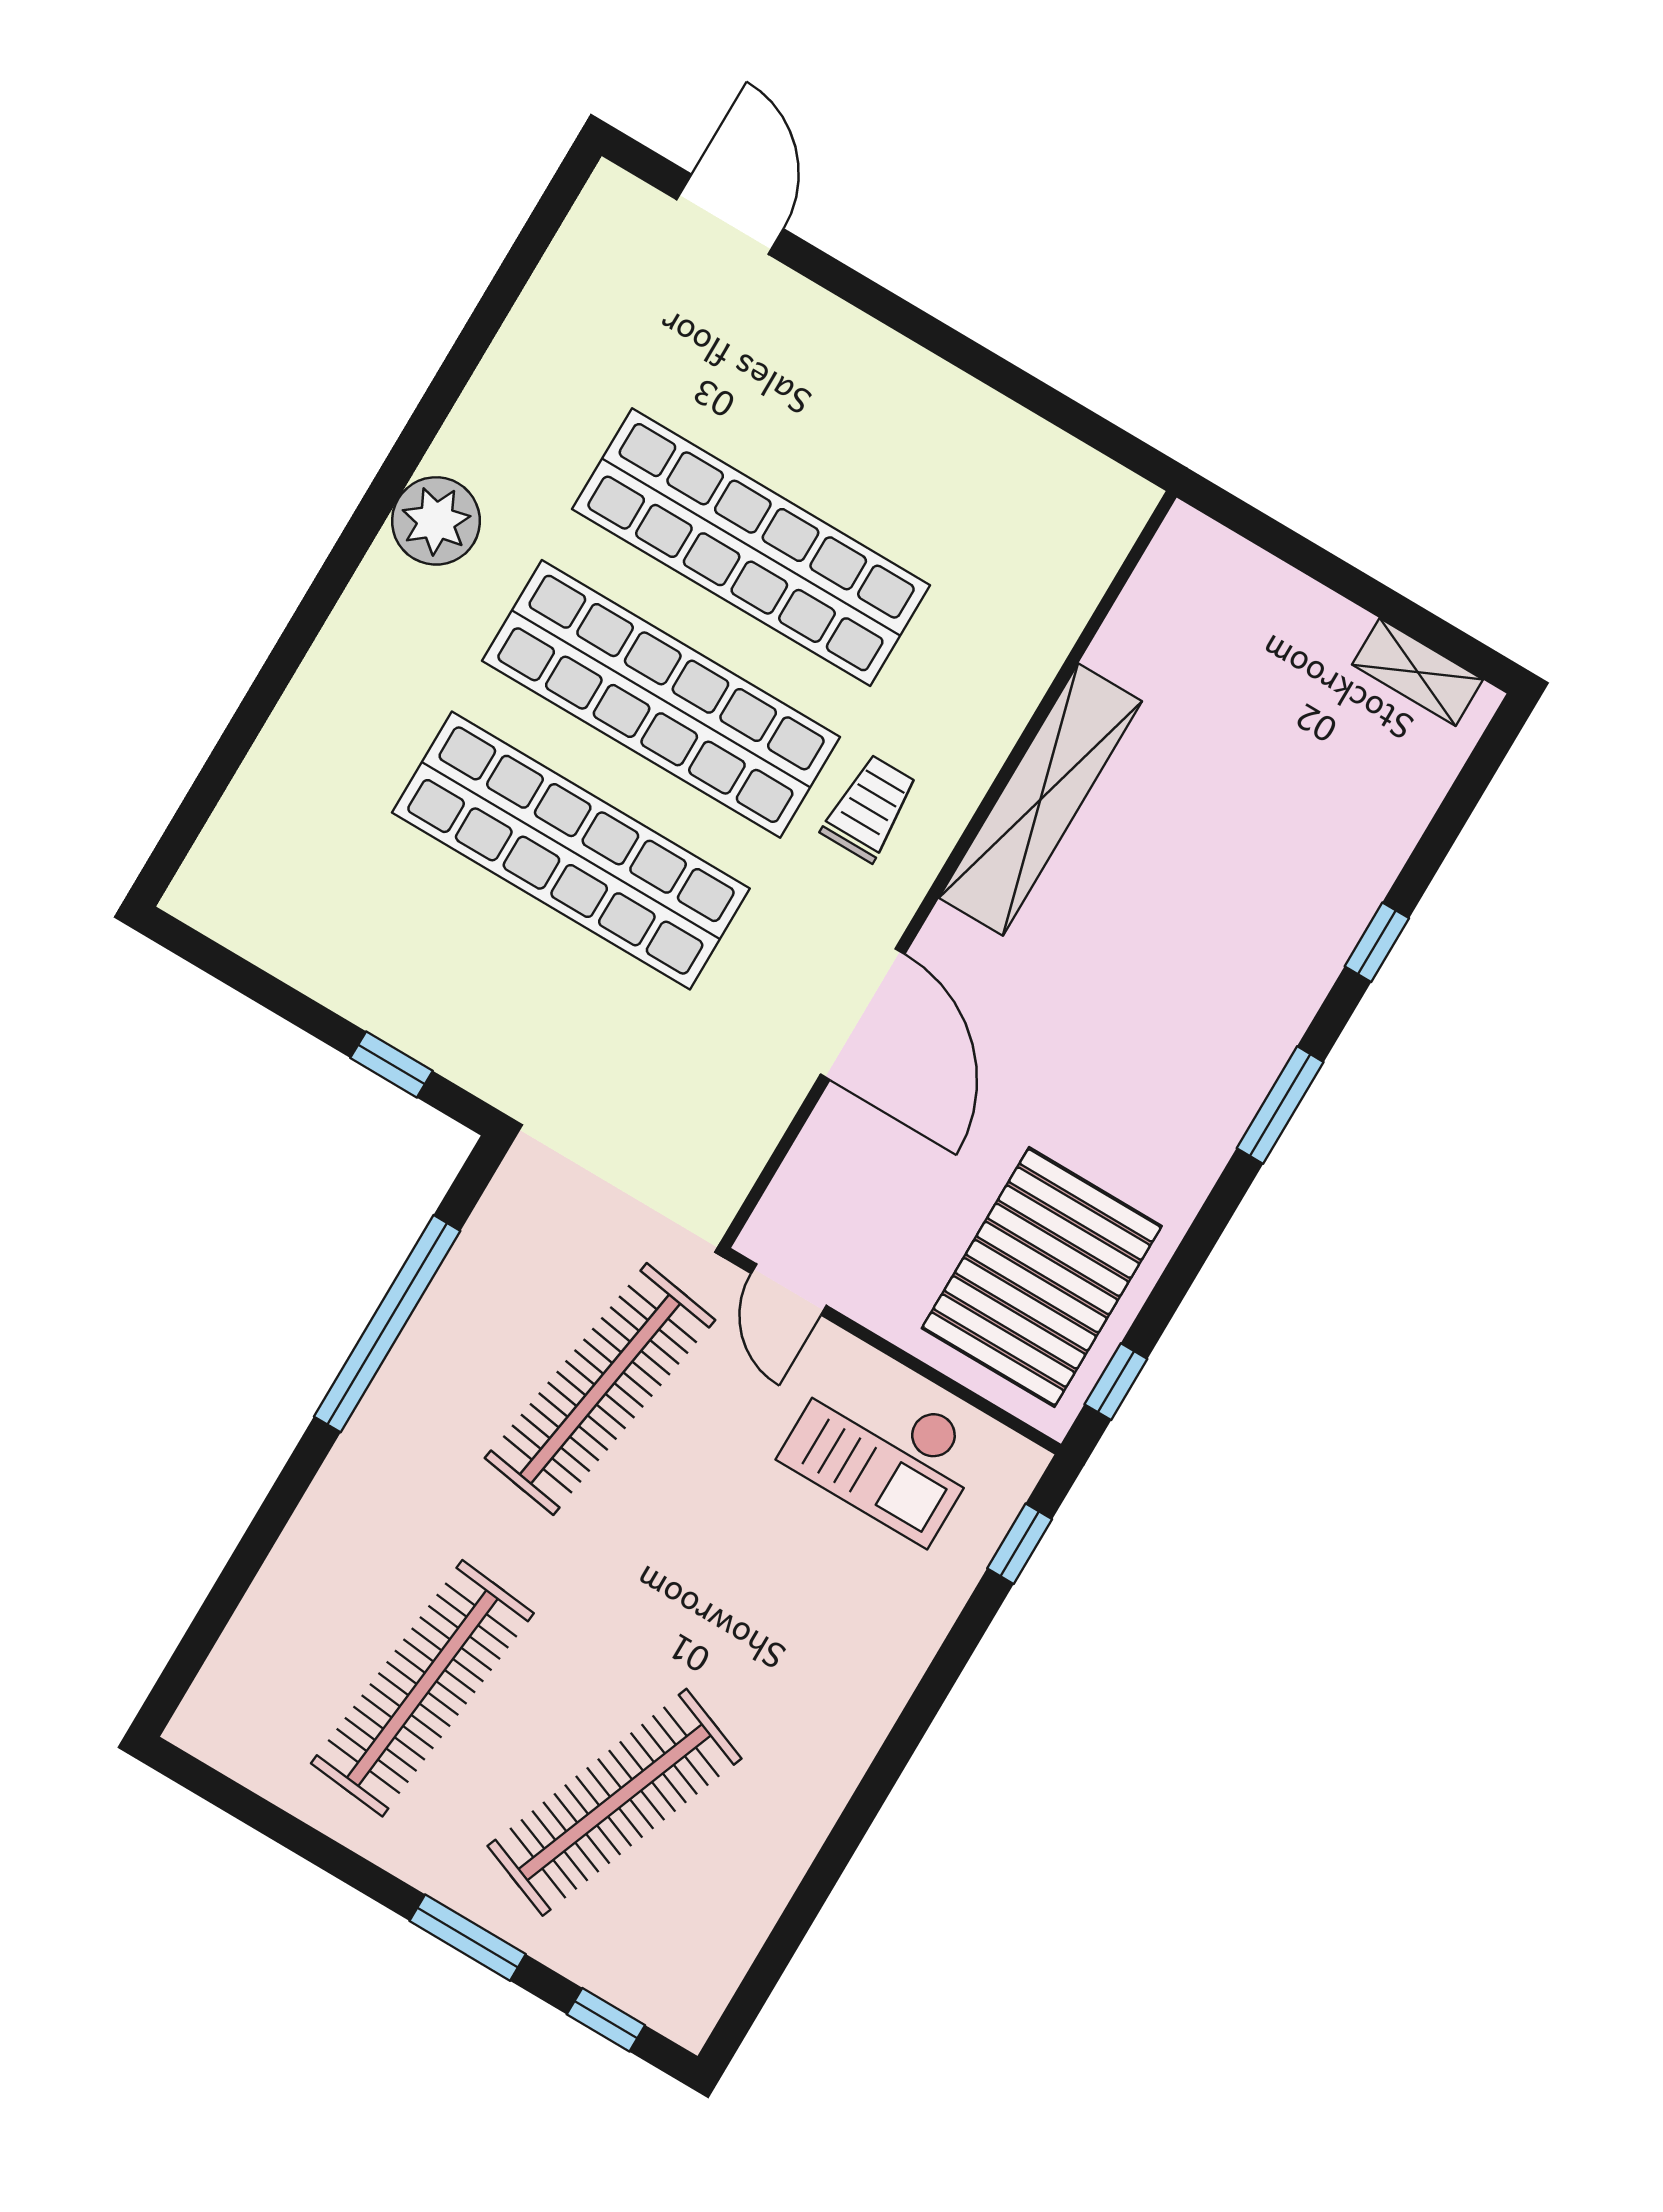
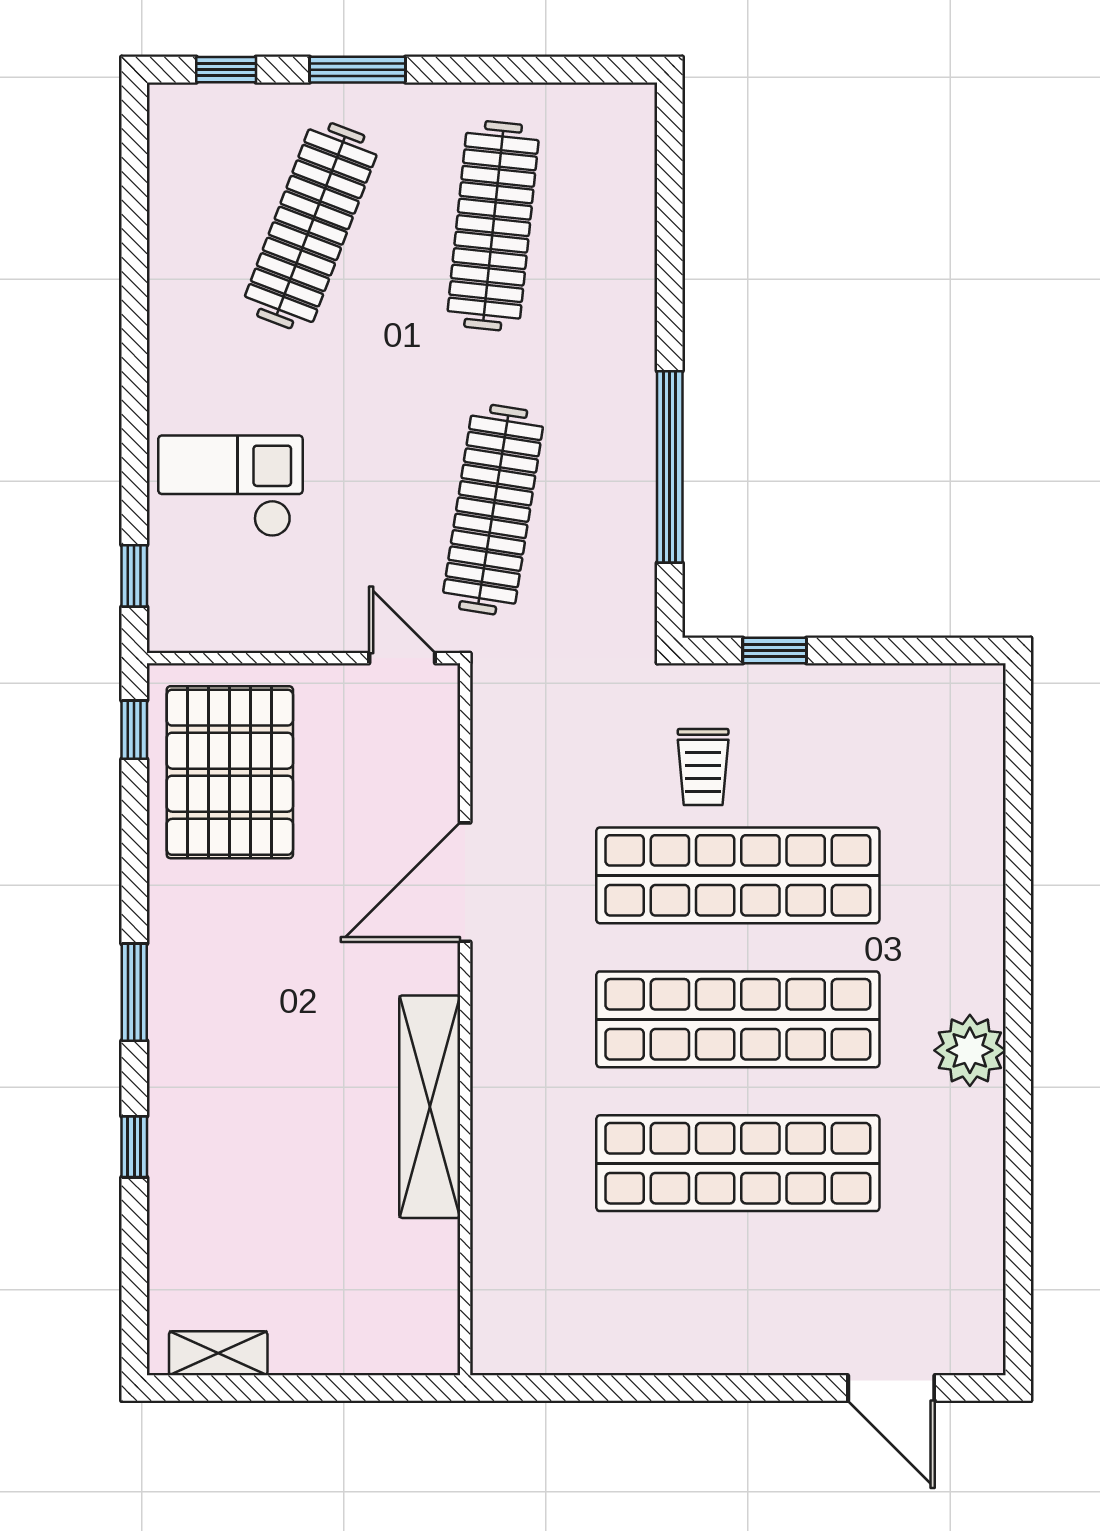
trolley: (870, 808) -> (703, 767), moved
door: (863, 1014) -> (465, 882), hinge flipped
checkout: (883, 1451) -> (230, 486), moved

